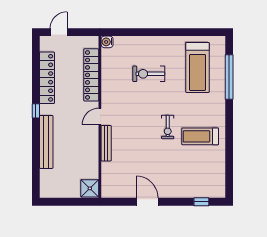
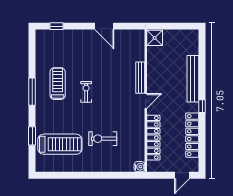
treadmill: (198, 67) -> (60, 144), turned 90
exercise bike: (149, 74) -> (103, 139), turned 180
window: (229, 77) -> (32, 136), width x0.47
window: (229, 127) -> (32, 92), added
treadmill: (200, 136) -> (58, 84), turned -90

